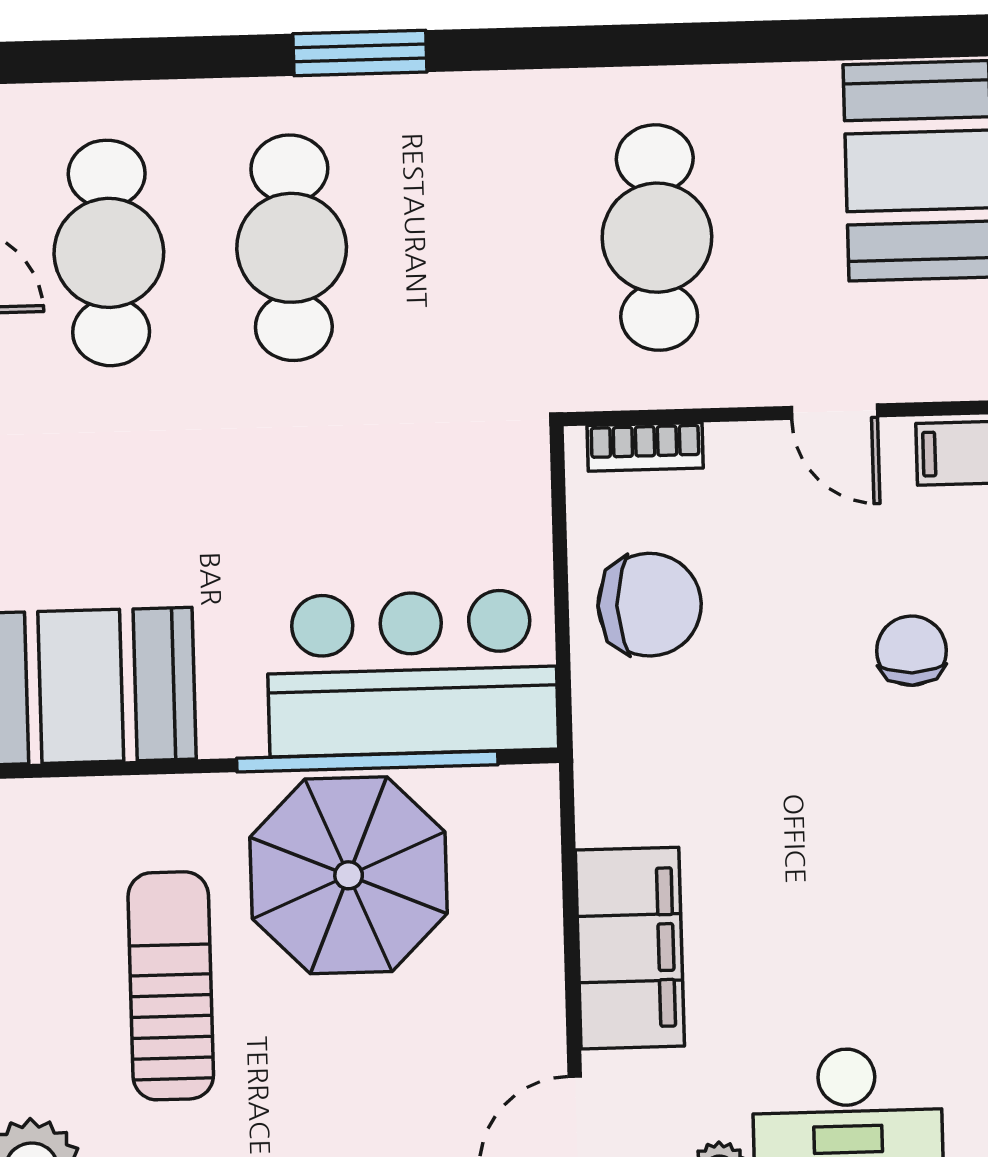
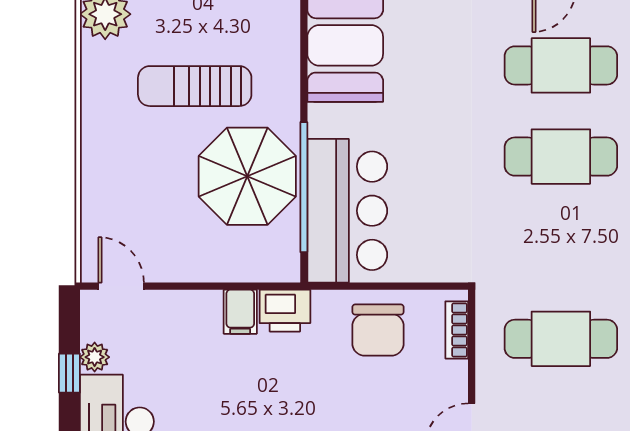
printer: (616, 792) -> (285, 311), added
filing cabinet: (630, 948) -> (240, 312), width x0.33, depth x0.86
sun lounger: (171, 986) -> (195, 86), turned 180

